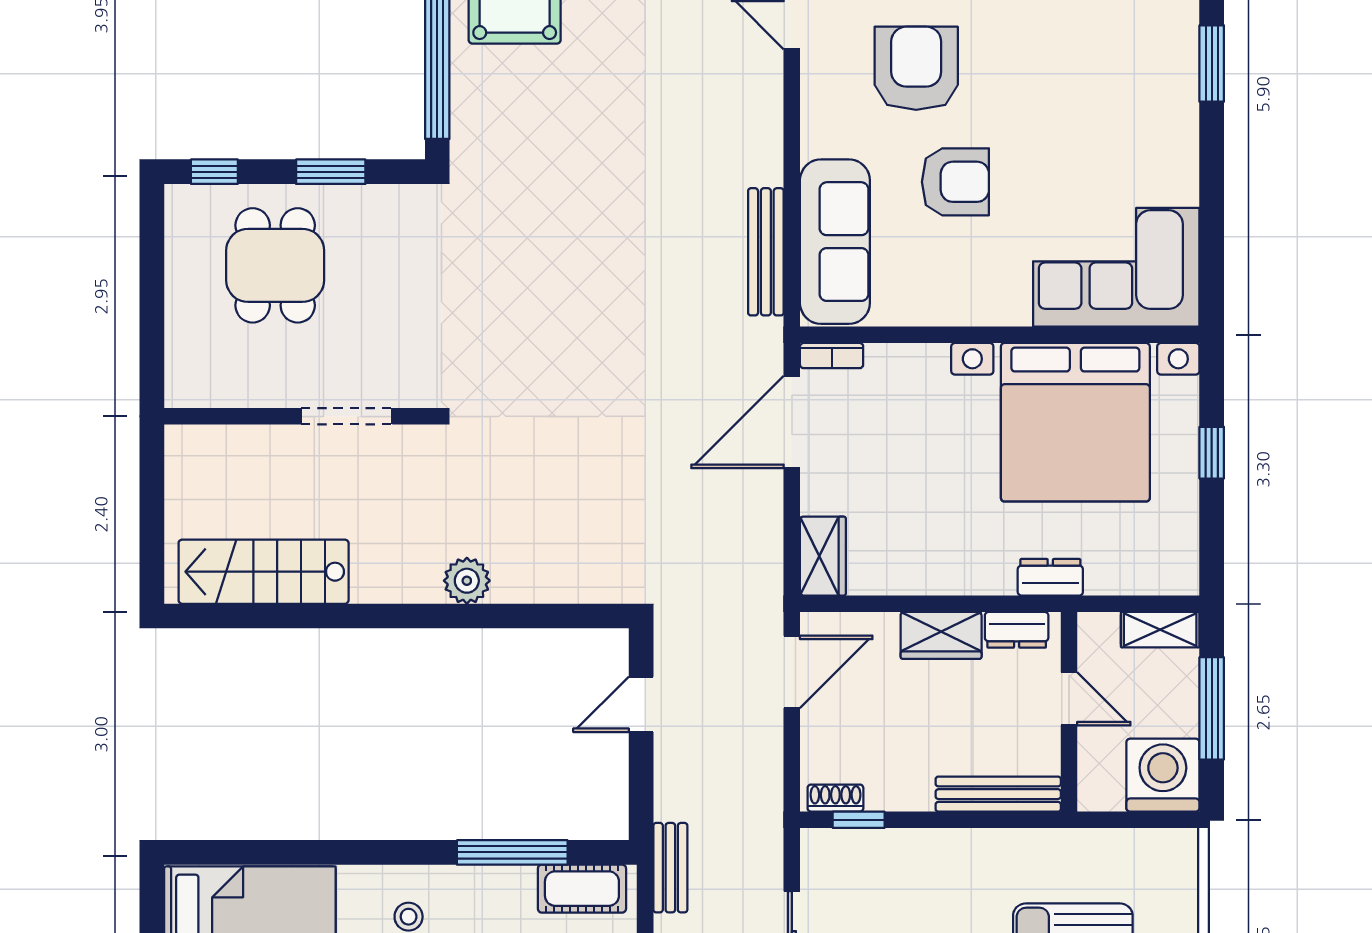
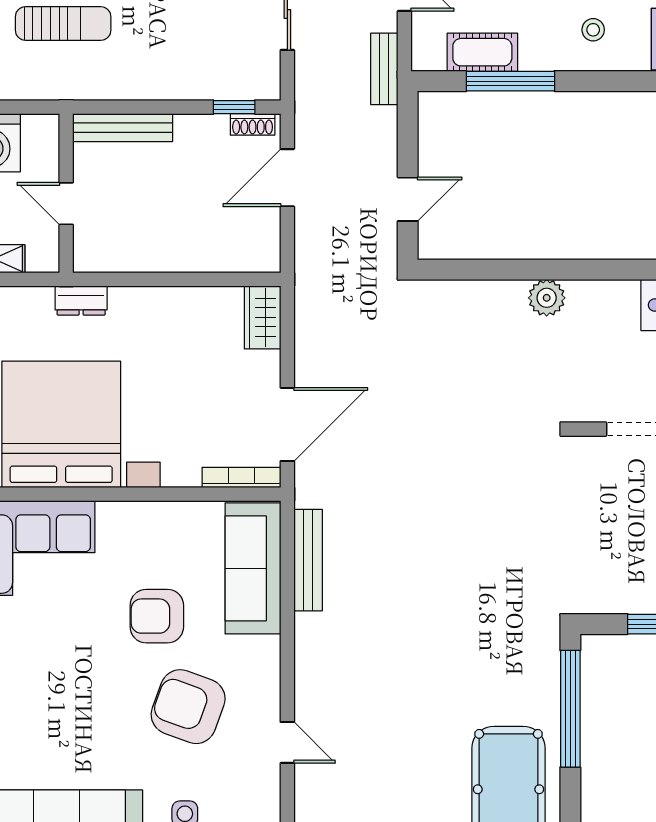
armchair: (916, 68) -> (188, 707), turned 110
bookcase: (832, 356) -> (241, 477), width x1.56
dresser: (1017, 630) -> (108, 259), removed
wardrobe: (941, 635) -> (168, 254), removed
door: (792, 672) -> (287, 178), moved
cot: (582, 889) -> (482, 52), moved

